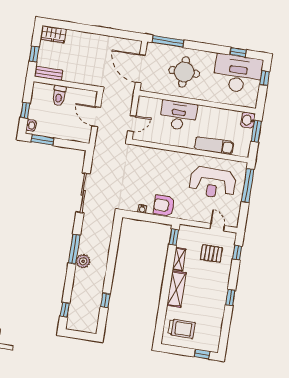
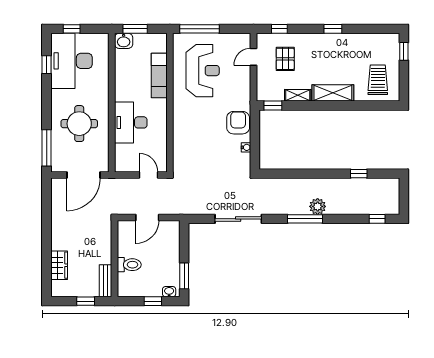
wardrobe: (53, 34) -> (59, 265), moved
armchair: (164, 206) -> (238, 123), turned 180

